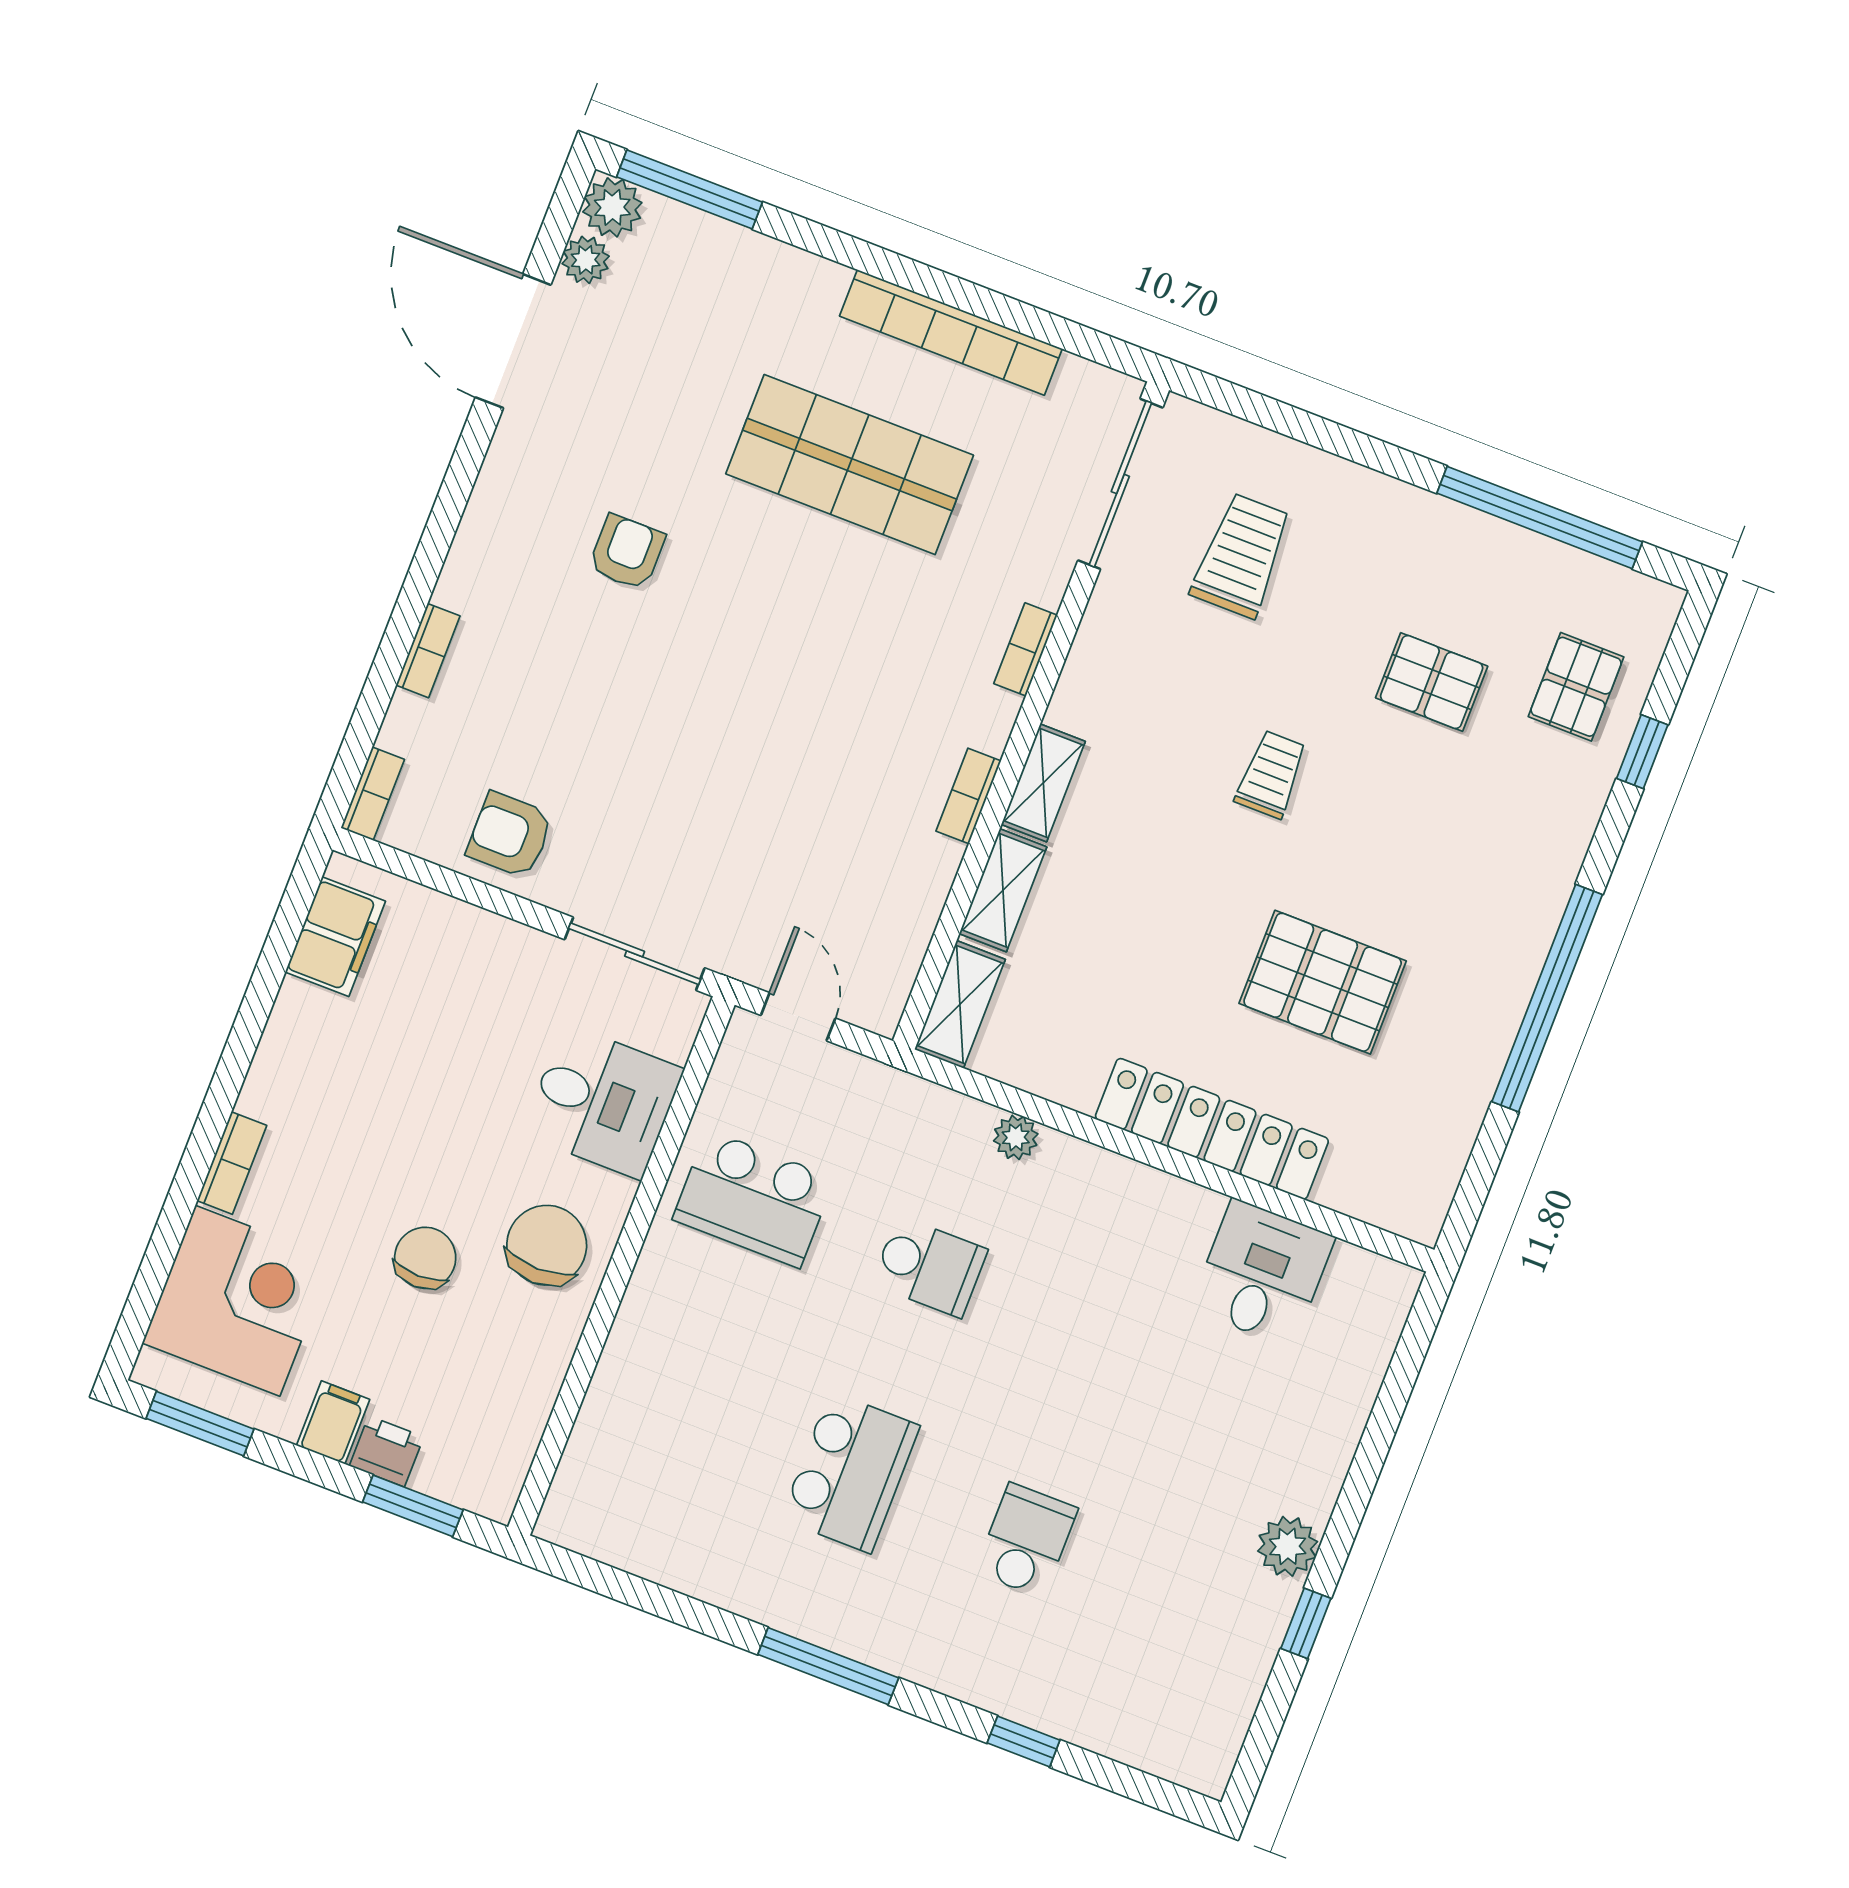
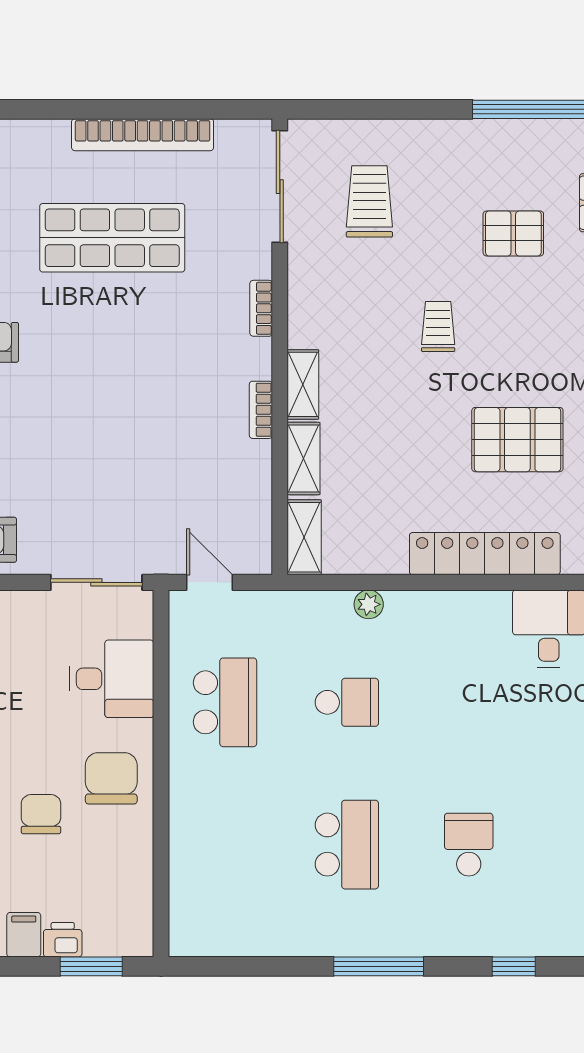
school desk: (753, 1199) -> (225, 702), turned -90

